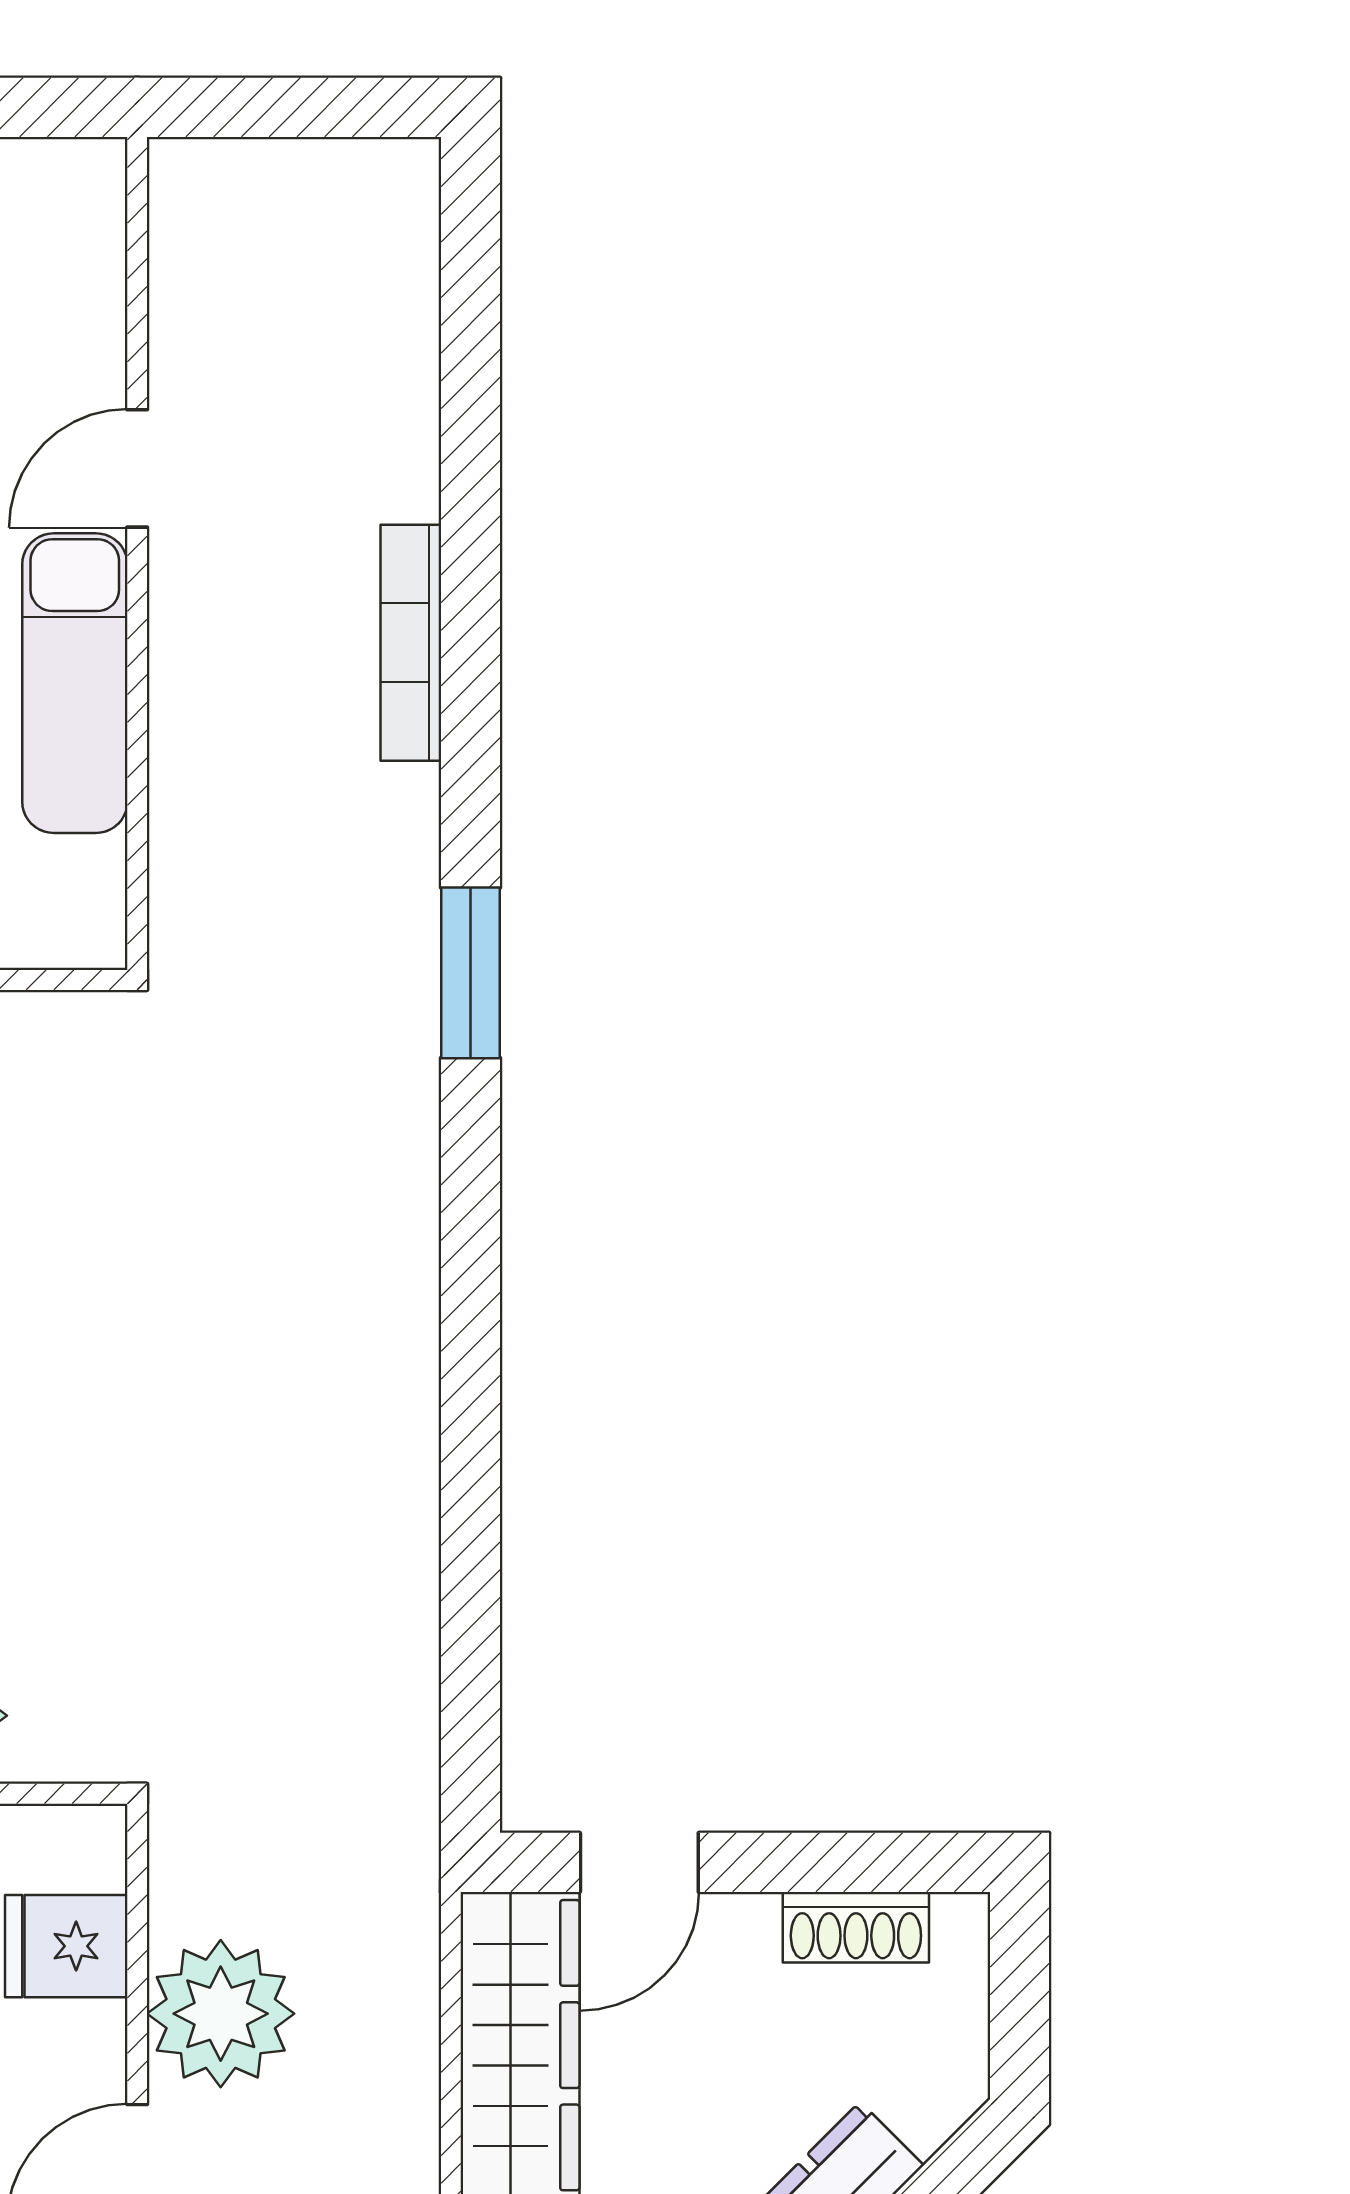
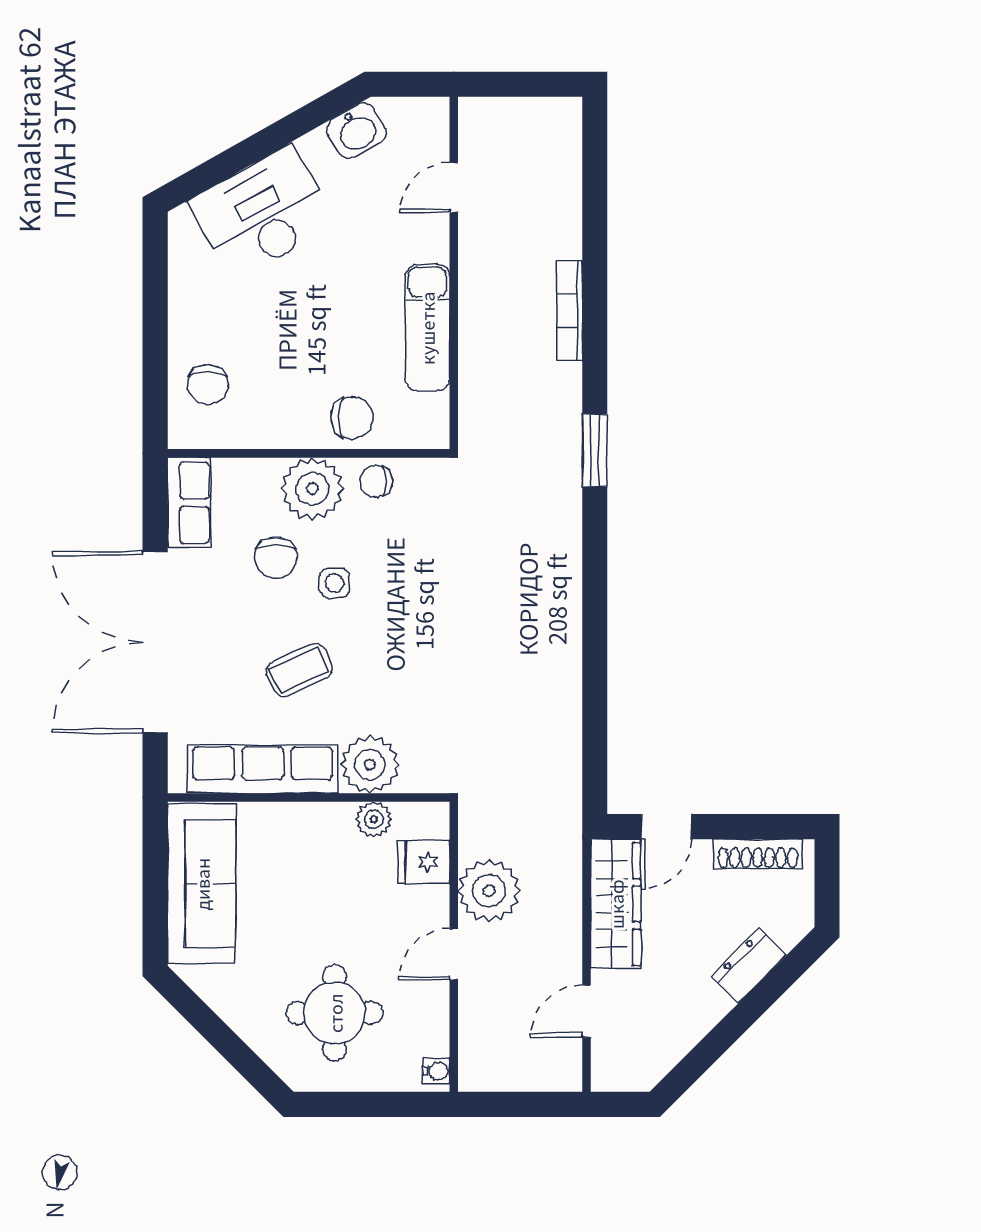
door: (137, 468) -> (454, 188), moved
shoe rack: (856, 1927) -> (758, 854), width x1.43

